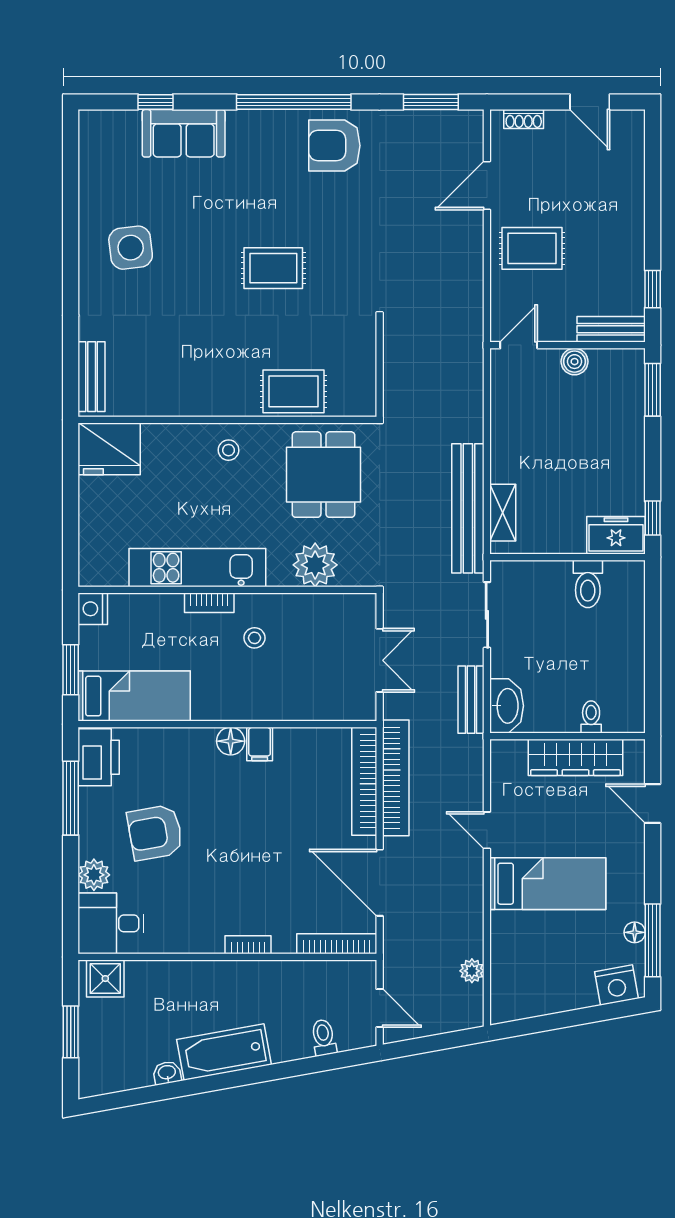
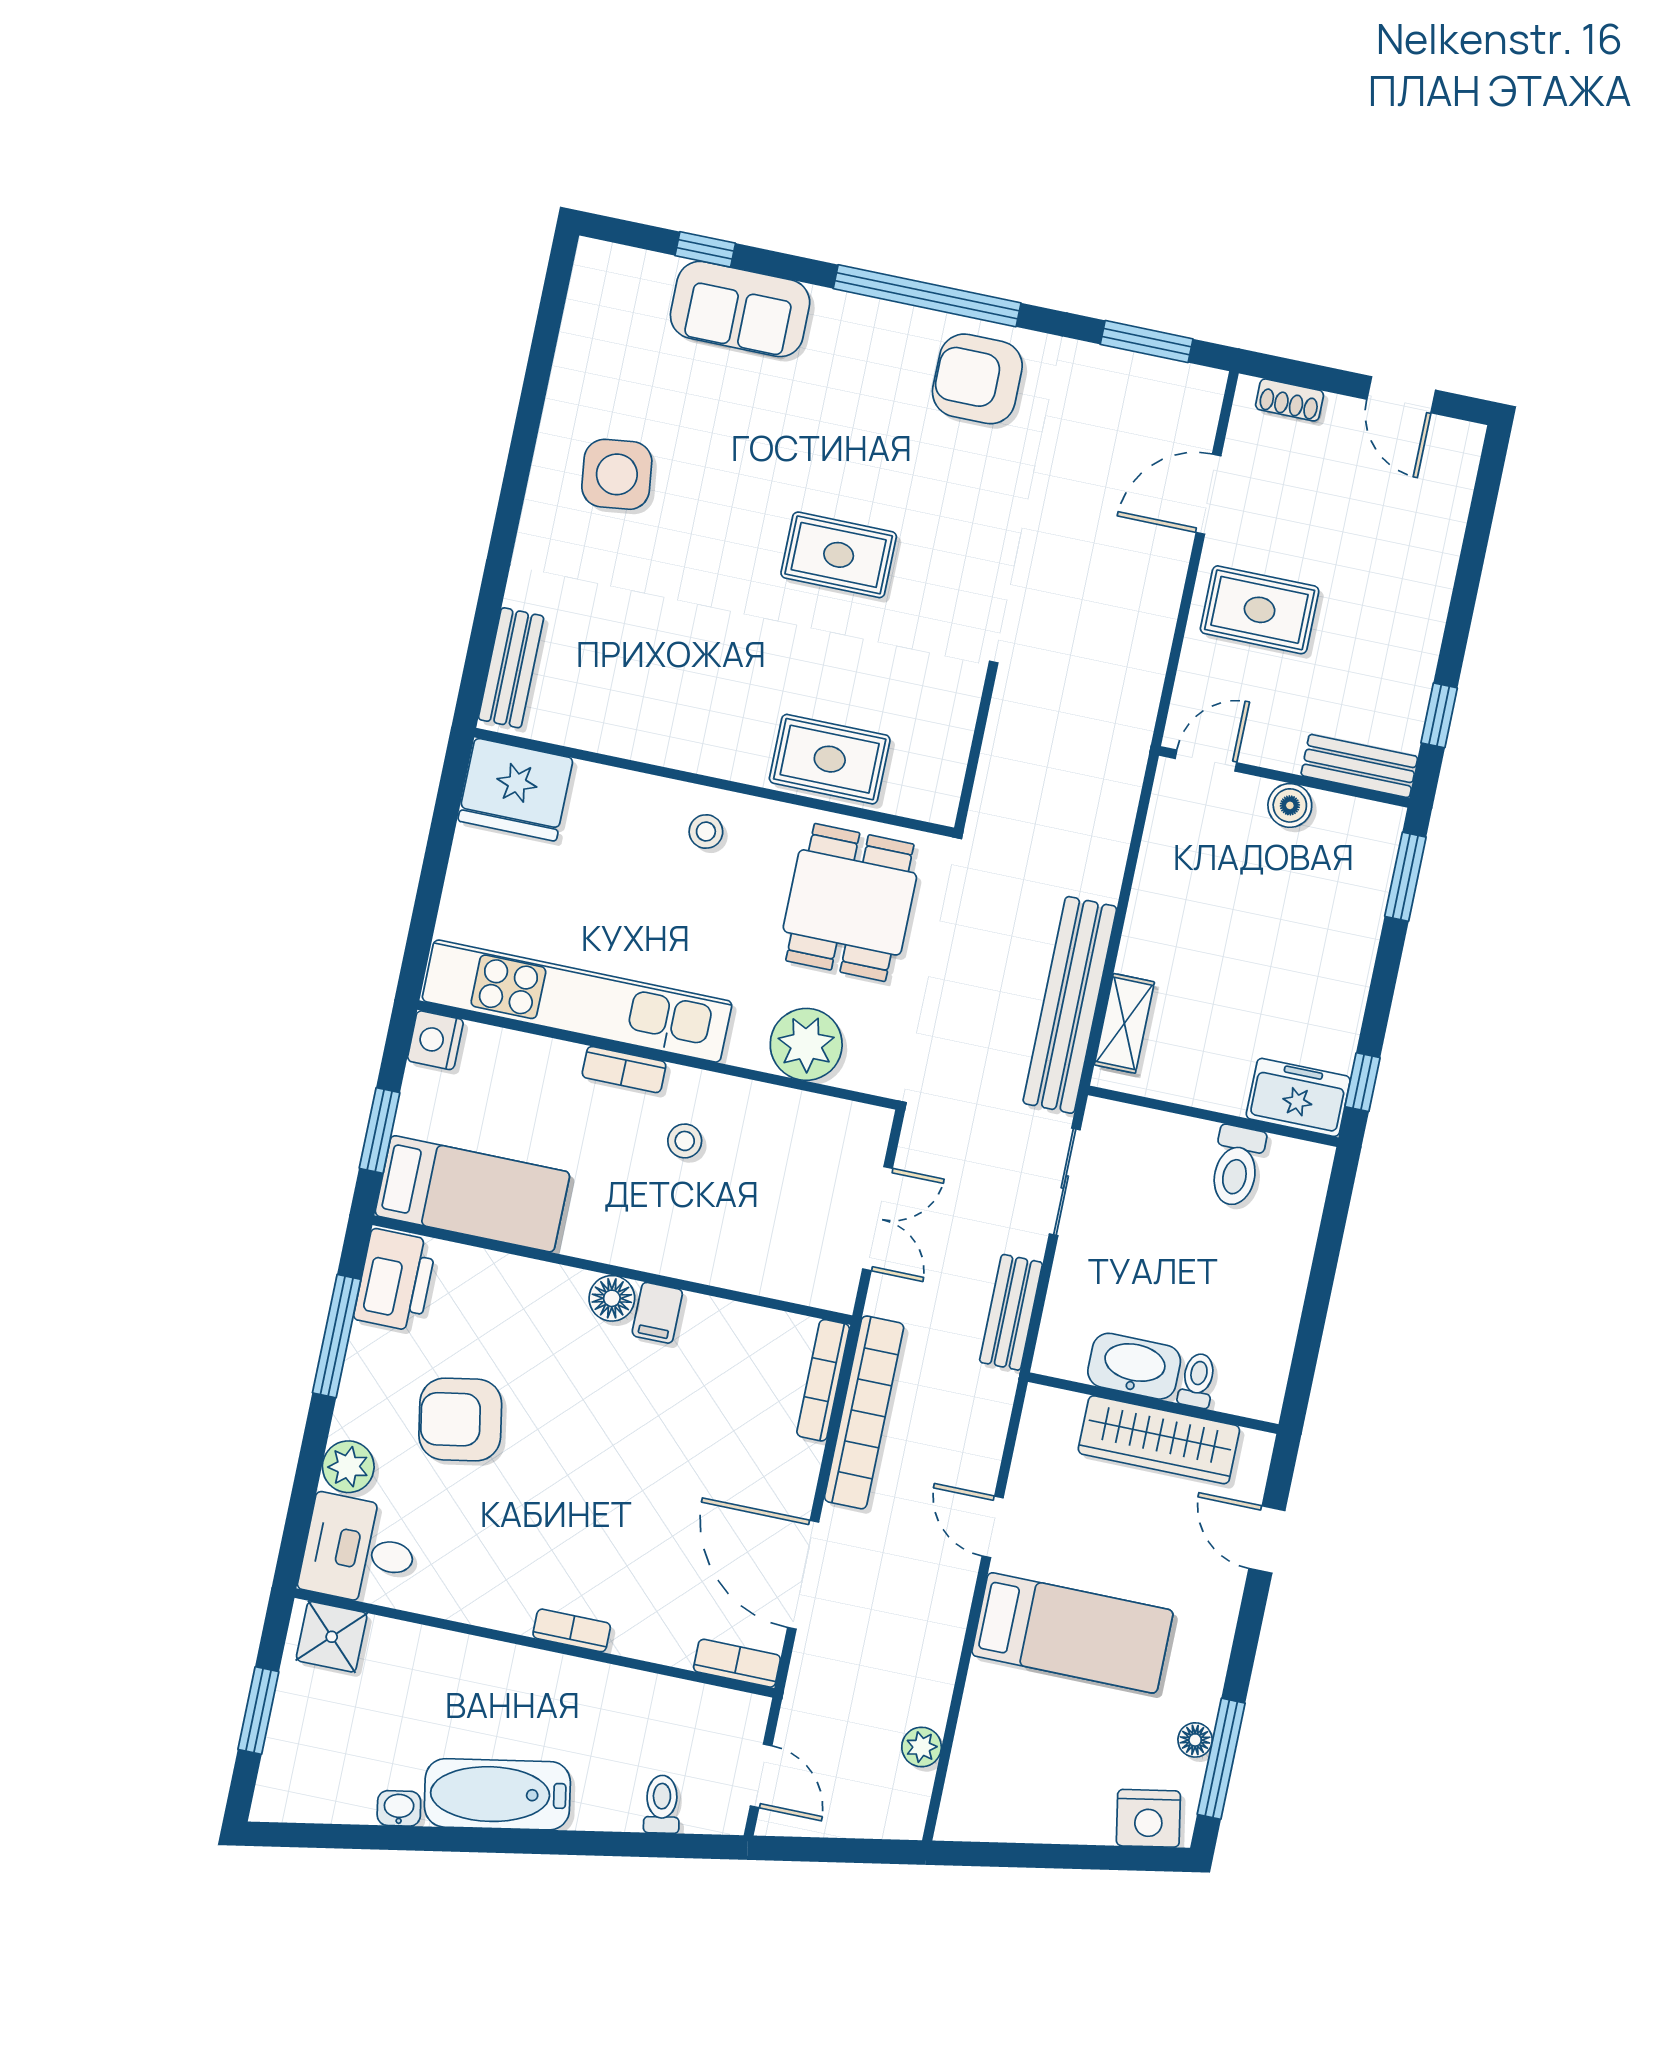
kitchen unit: (197, 568) -> (577, 1001), width x1.36
washbasin: (507, 706) -> (1134, 1366), moved, turned -90
bookcase: (364, 781) -> (823, 1380), width x0.68, depth x0.76
bookcase: (337, 944) -> (737, 1663), width x0.64

